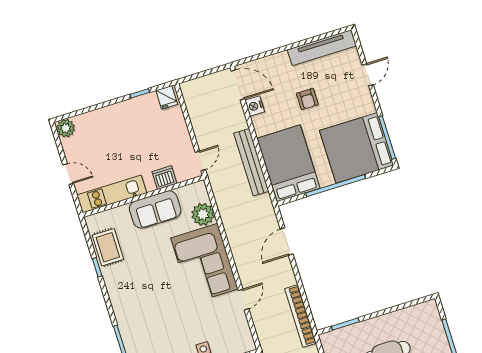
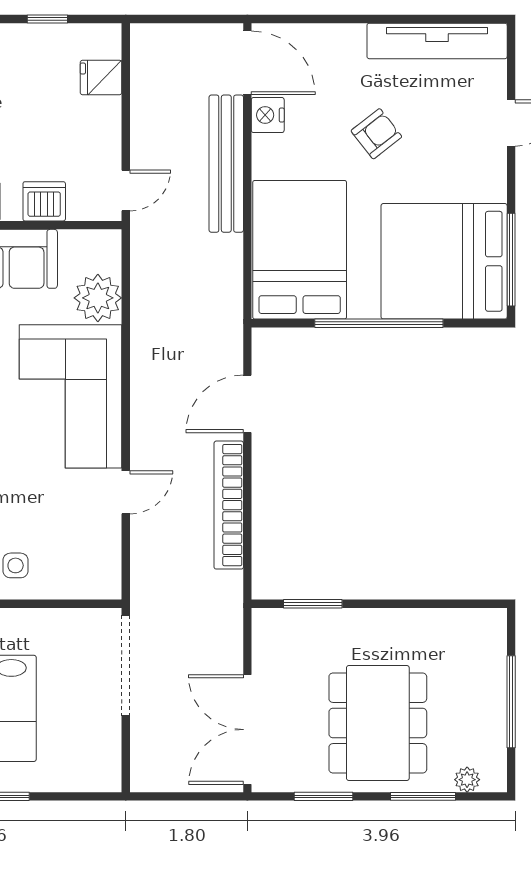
fridge: (167, 97) -> (101, 78), moved, turned 90
armchair: (307, 99) -> (376, 134), turned -128
bench: (251, 162) -> (226, 164), moved
bookcase: (300, 316) -> (229, 505), moved

